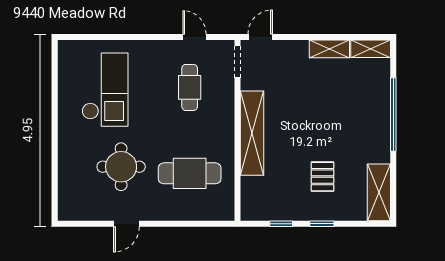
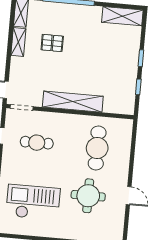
pallet: (322, 177) -> (52, 43), moved

